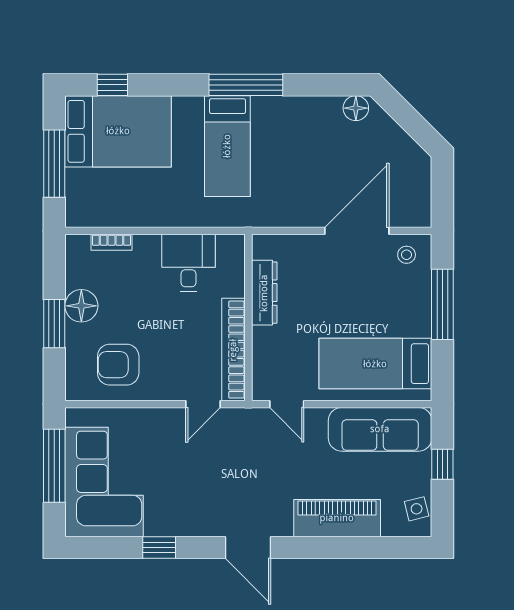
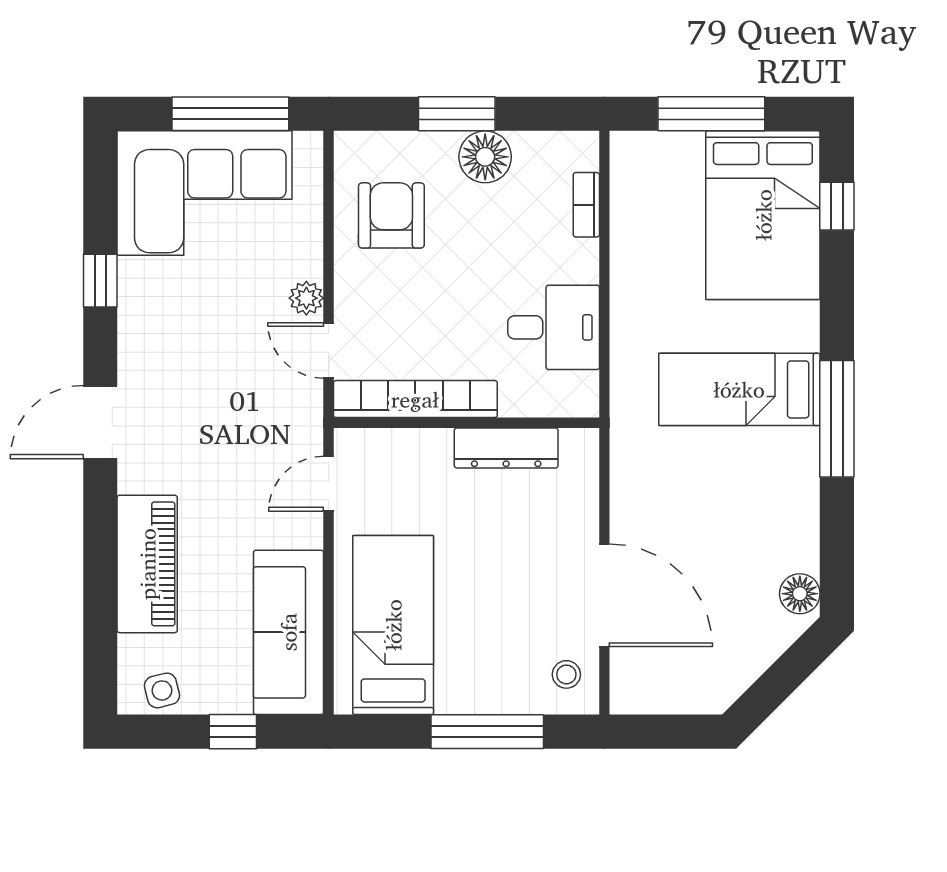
plant: (170, 418) -> (306, 298), added

